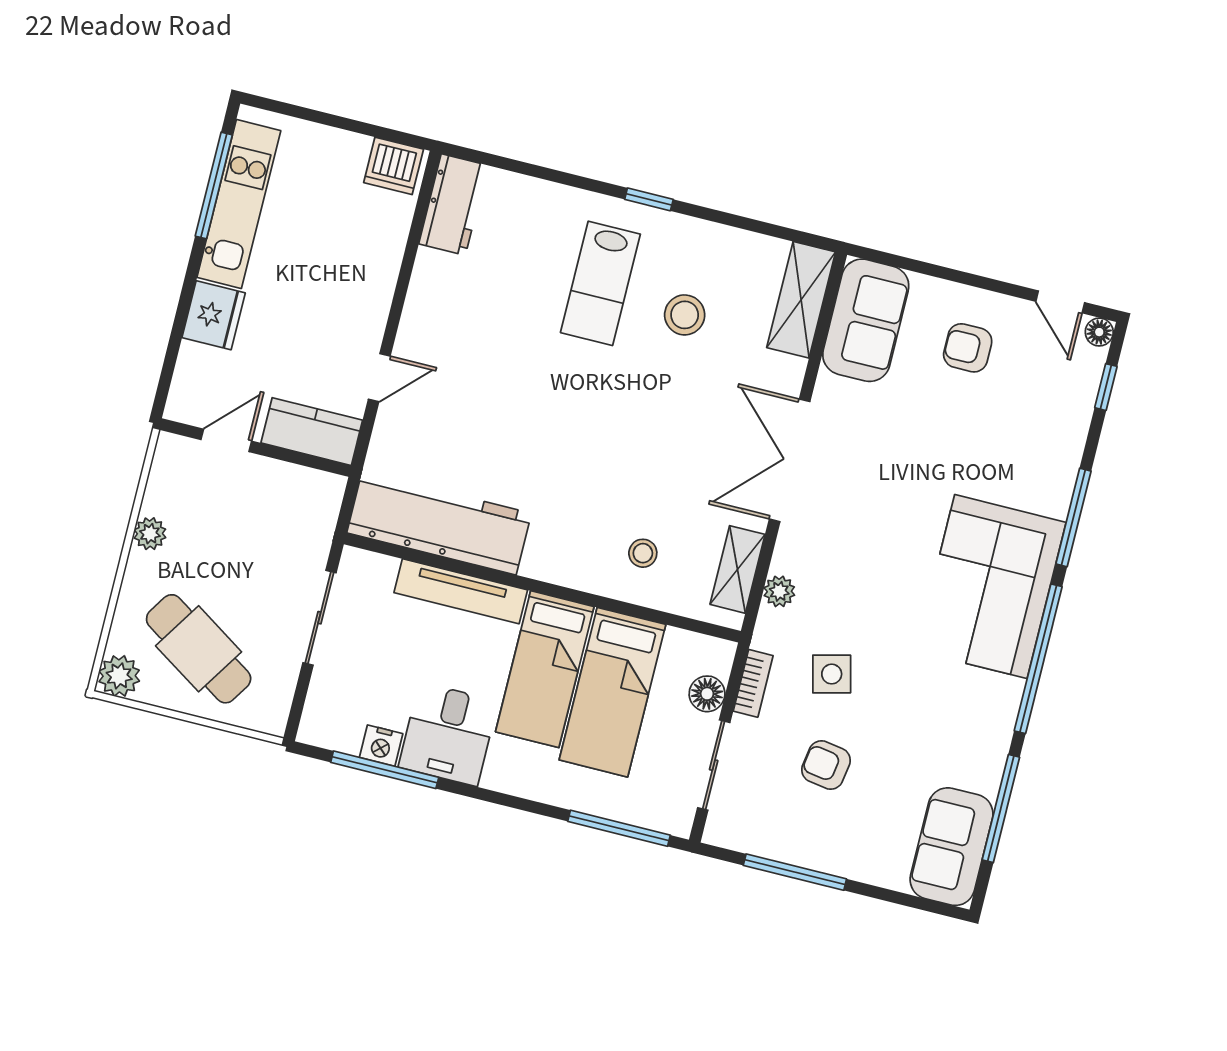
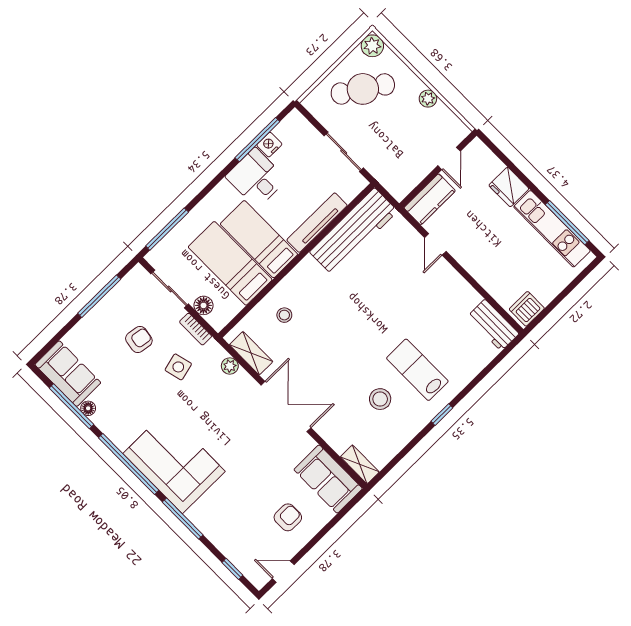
shelving: (801, 300) -> (360, 464), width x0.67, depth x0.75
floor lamp: (1099, 332) -> (88, 408), moved

